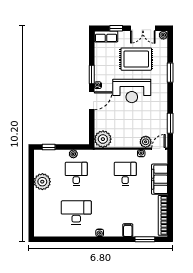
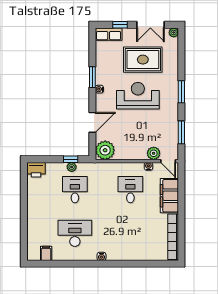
window: (170, 73) -> (181, 92), moved
reception desk: (132, 91) -> (138, 96), turned 180
door: (92, 101) -> (92, 122), moved
window: (49, 147) -> (71, 159), moved
door: (159, 149) -> (168, 161), swing flipped
printer: (42, 156) -> (36, 170), added
plant: (42, 182) -> (36, 199), removed
filing cabinet: (128, 230) -> (46, 253), moved
window: (145, 239) -> (153, 264), removed

